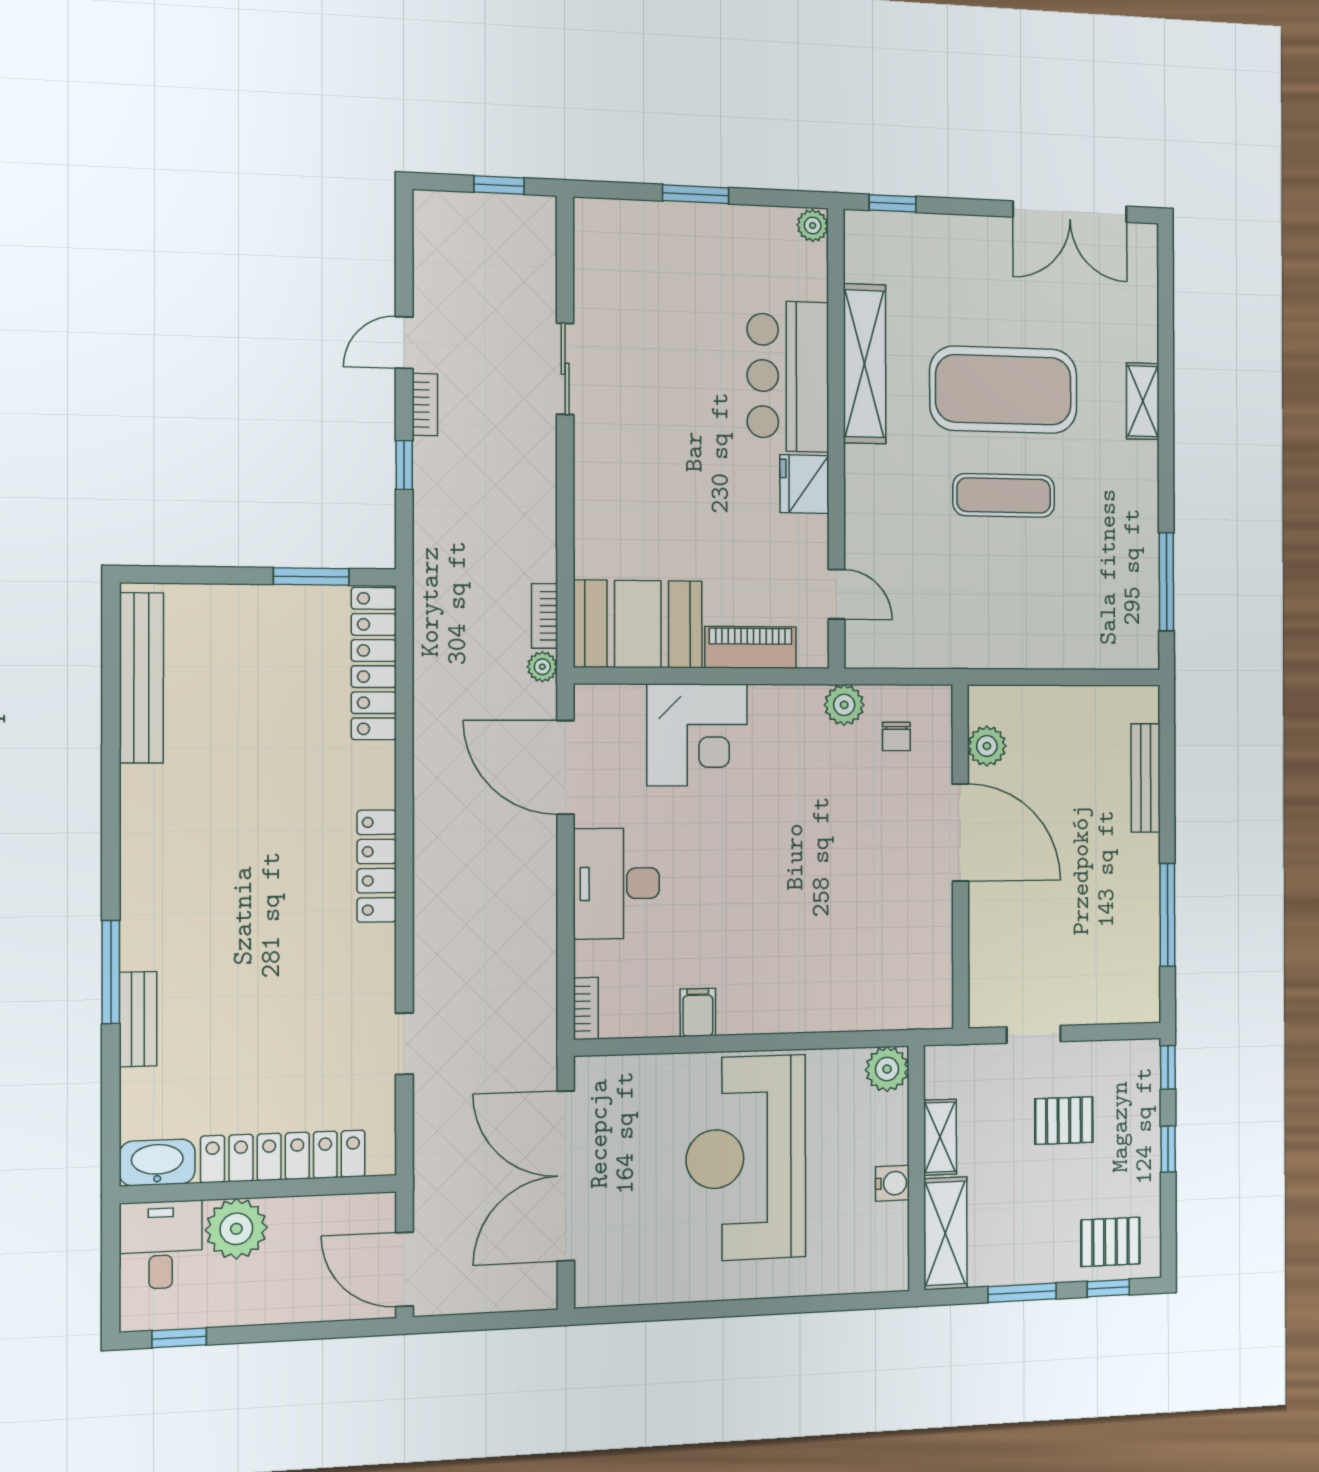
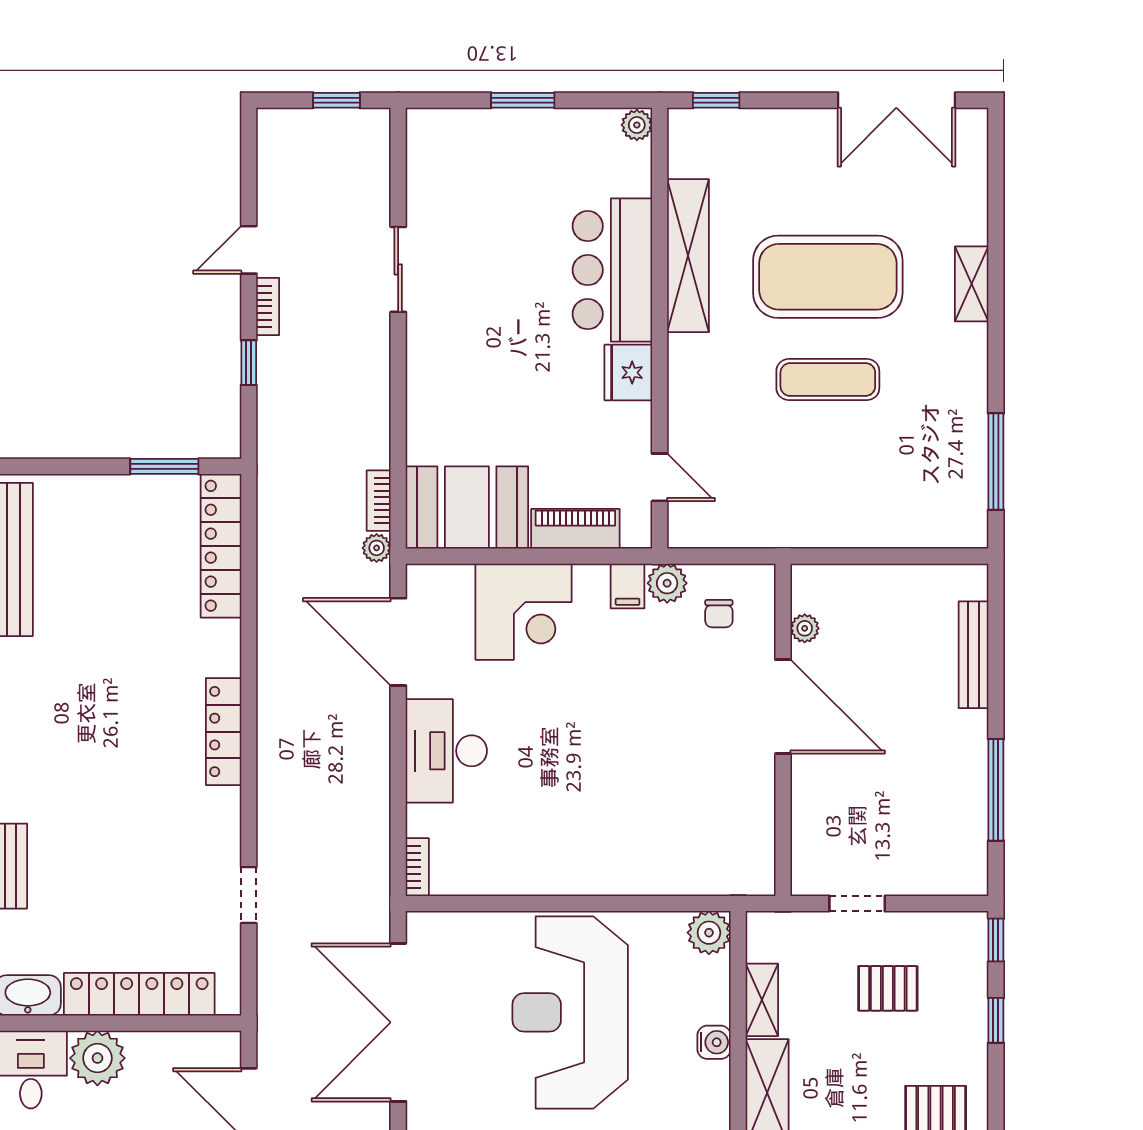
plant: (987, 746) -> (805, 628), width x0.73, depth x0.73
filing cabinet: (698, 1012) -> (628, 586), moved, turned 180

